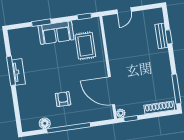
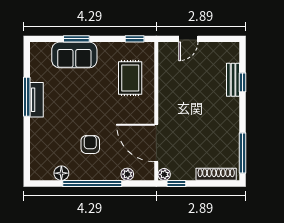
sofa: (56, 33) -> (74, 55), moved
plant: (94, 117) -> (127, 174), added

